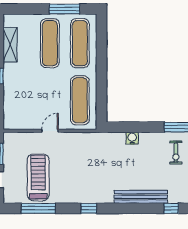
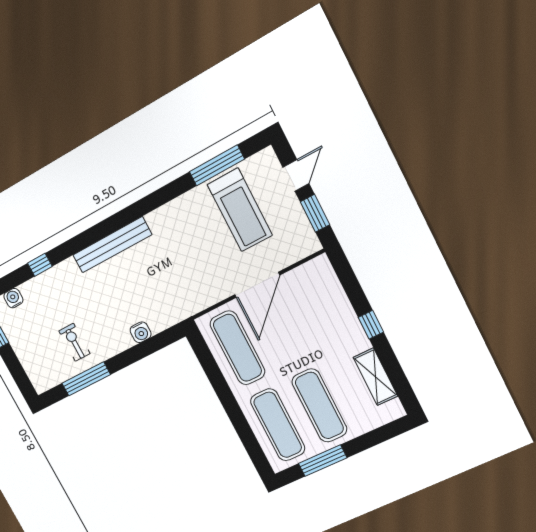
door: (50, 131) -> (257, 285), width x1.88
bench: (141, 197) -> (112, 245), moved
window: (89, 208) -> (147, 205), removed

